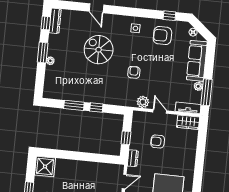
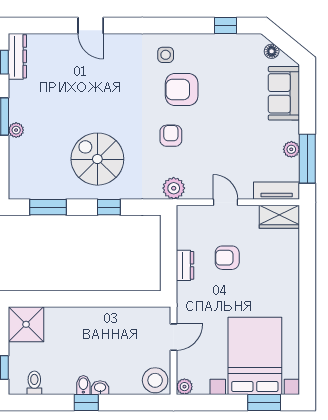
armchair: (162, 35) -> (182, 89), moved
spiral stairs: (99, 50) -> (97, 159), moved
sofa: (197, 61) -> (284, 93), width x0.73
plant: (143, 102) -> (174, 188), moved
window: (74, 105) -> (48, 207), moved
window: (126, 138) -> (169, 257), removed
dresser: (133, 158) -> (185, 265), moved

